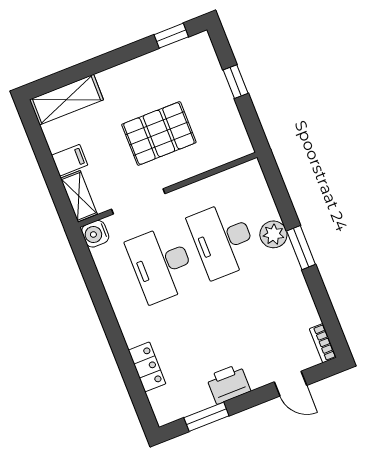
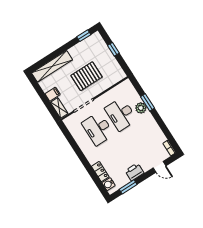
shelving: (66, 100) -> (52, 66), width x1.47
water cooler: (95, 234) -> (109, 184), moved
window: (301, 248) -> (147, 102), moved

